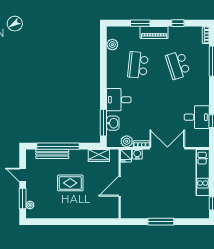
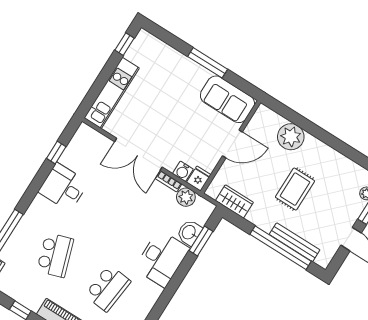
desk: (119, 100) -> (162, 258), width x1.37
desk: (197, 117) -> (63, 187), moved
window: (103, 123) -> (201, 241), width x0.69
rug: (70, 183) -> (295, 189), turned 90
sofa: (138, 209) -> (227, 99), added
plant: (90, 210) -> (291, 137), added

